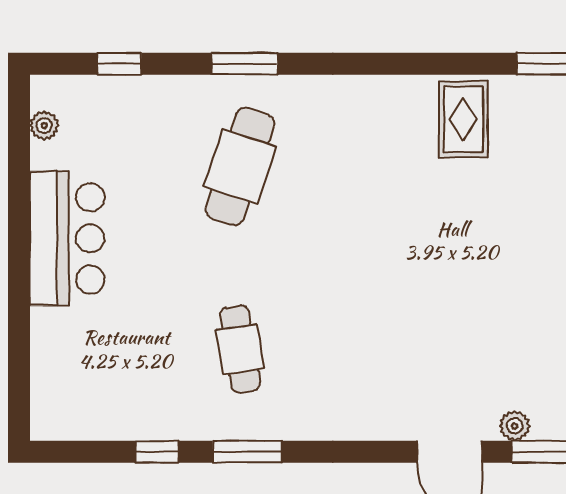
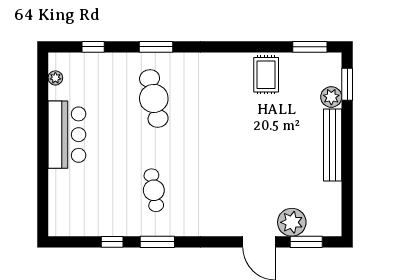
cafe table: (240, 166) -> (154, 98), turned -30
plant: (515, 426) -> (292, 222), width x1.87, depth x1.87

